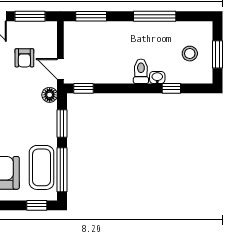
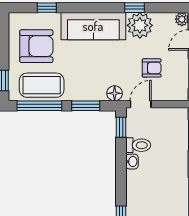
armchair: (24, 58) -> (152, 68), turned 180
toilet: (141, 71) -> (138, 145), moved
washbasin: (157, 77) -> (132, 162), moved

